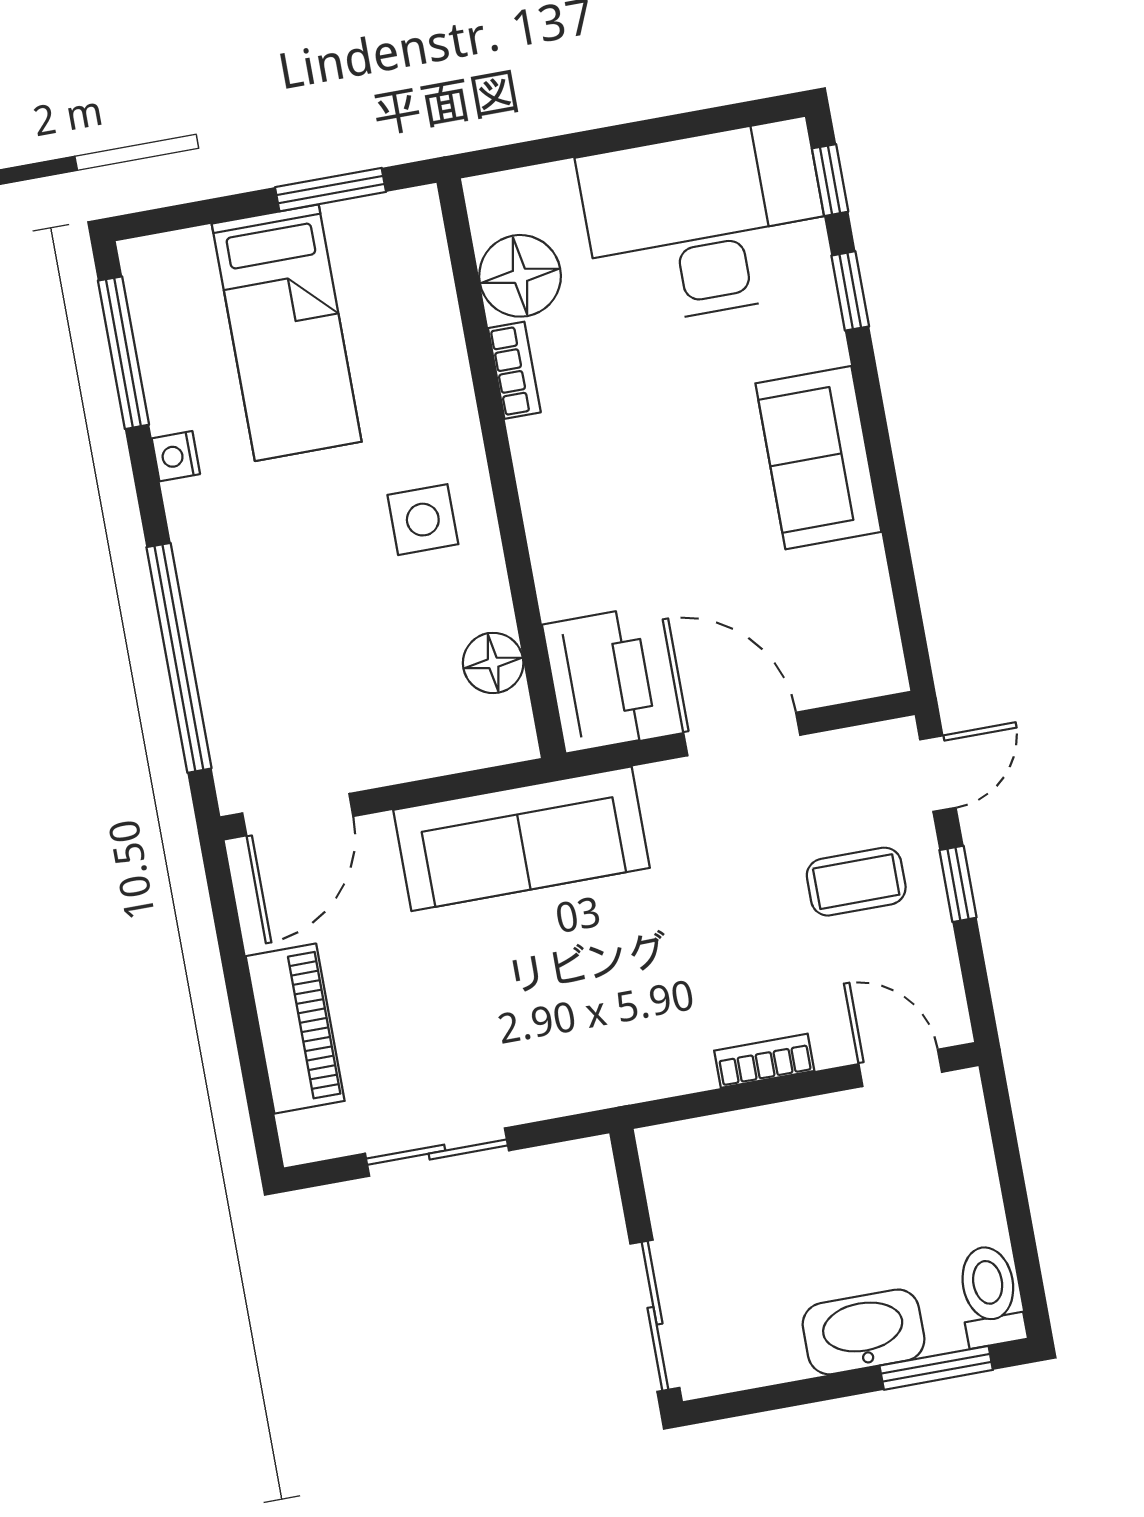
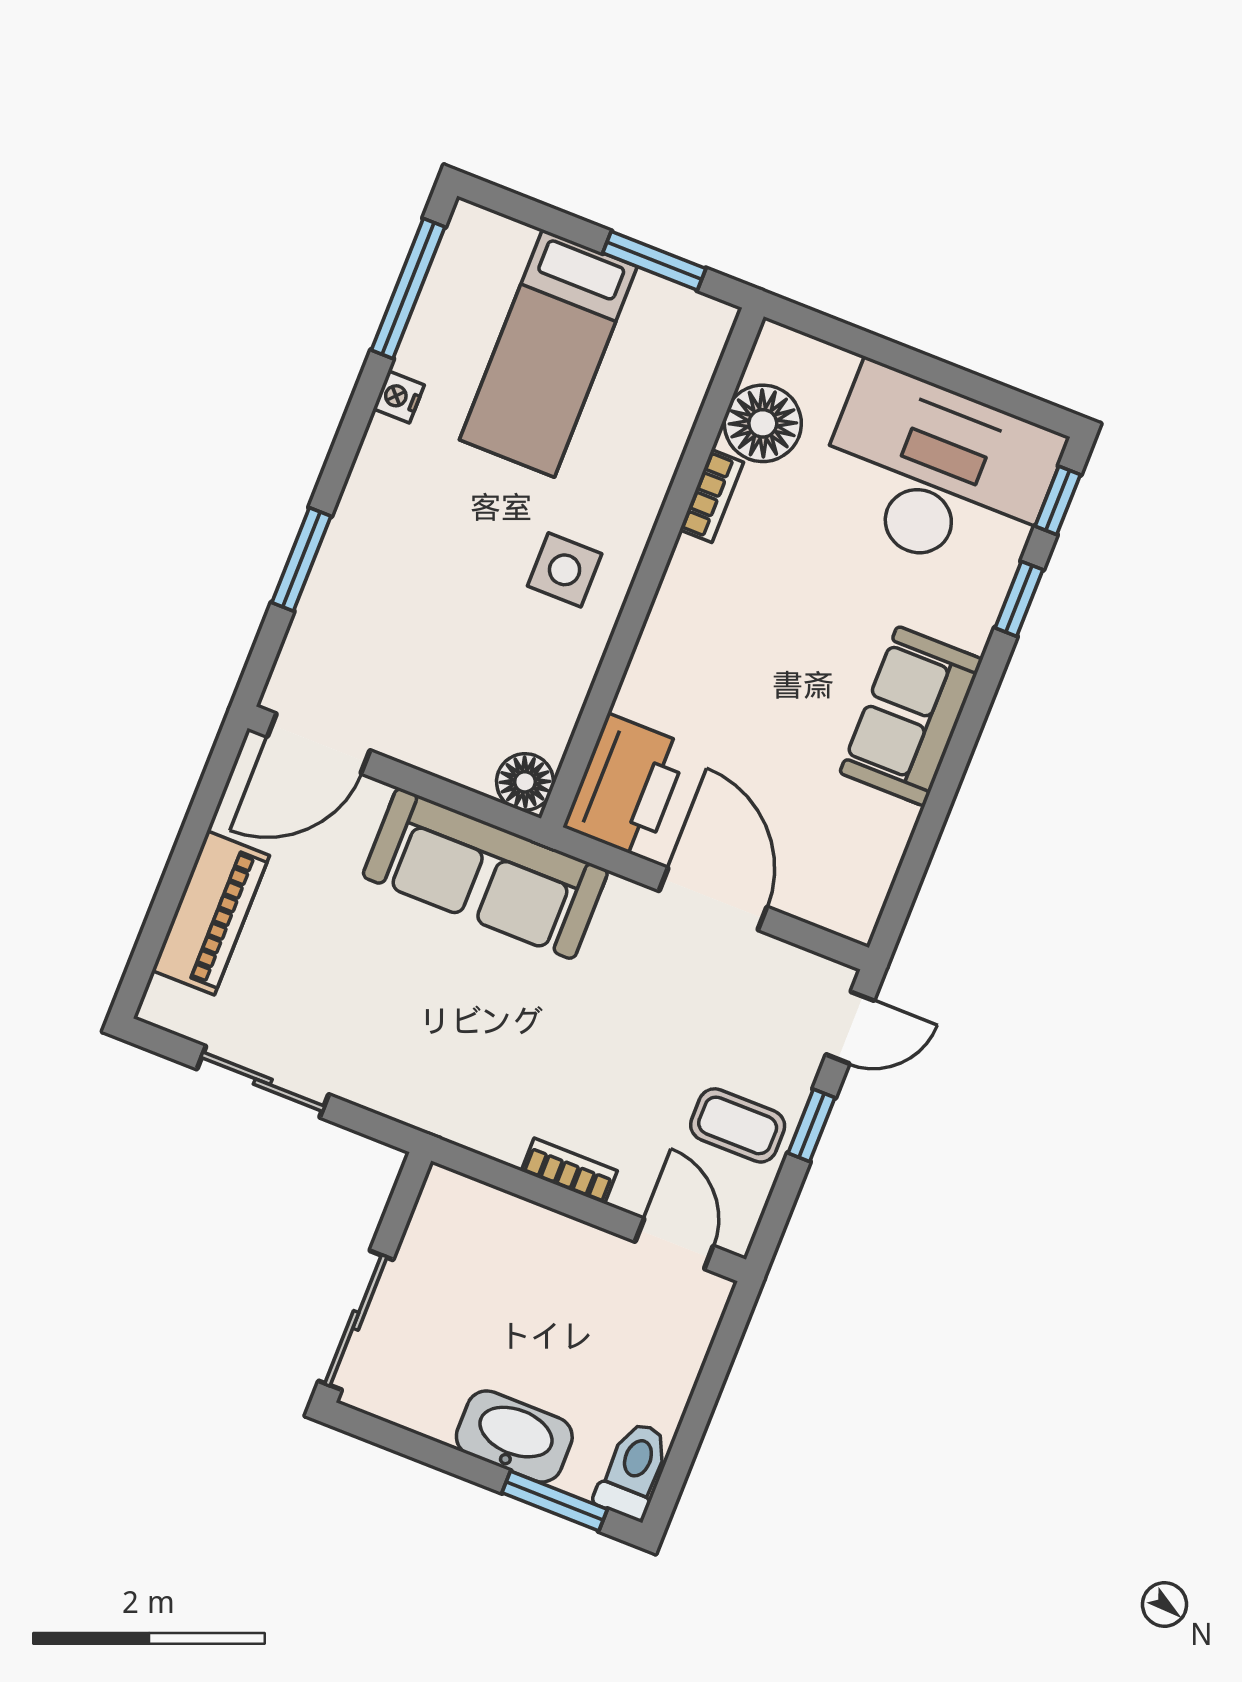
window: (179, 658) -> (301, 559), width x0.47
floor lamp: (493, 663) -> (525, 782), moved
coffee table: (856, 882) -> (738, 1125), moved

